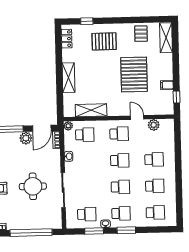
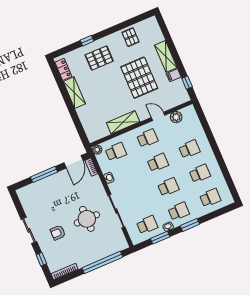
window: (87, 21) -> (87, 41), moved
shelving: (166, 38) -> (166, 56), moved
shelving: (68, 78) -> (74, 93), moved
shelving: (91, 110) -> (123, 122), moved
plant: (26, 138) -> (63, 177), removed

